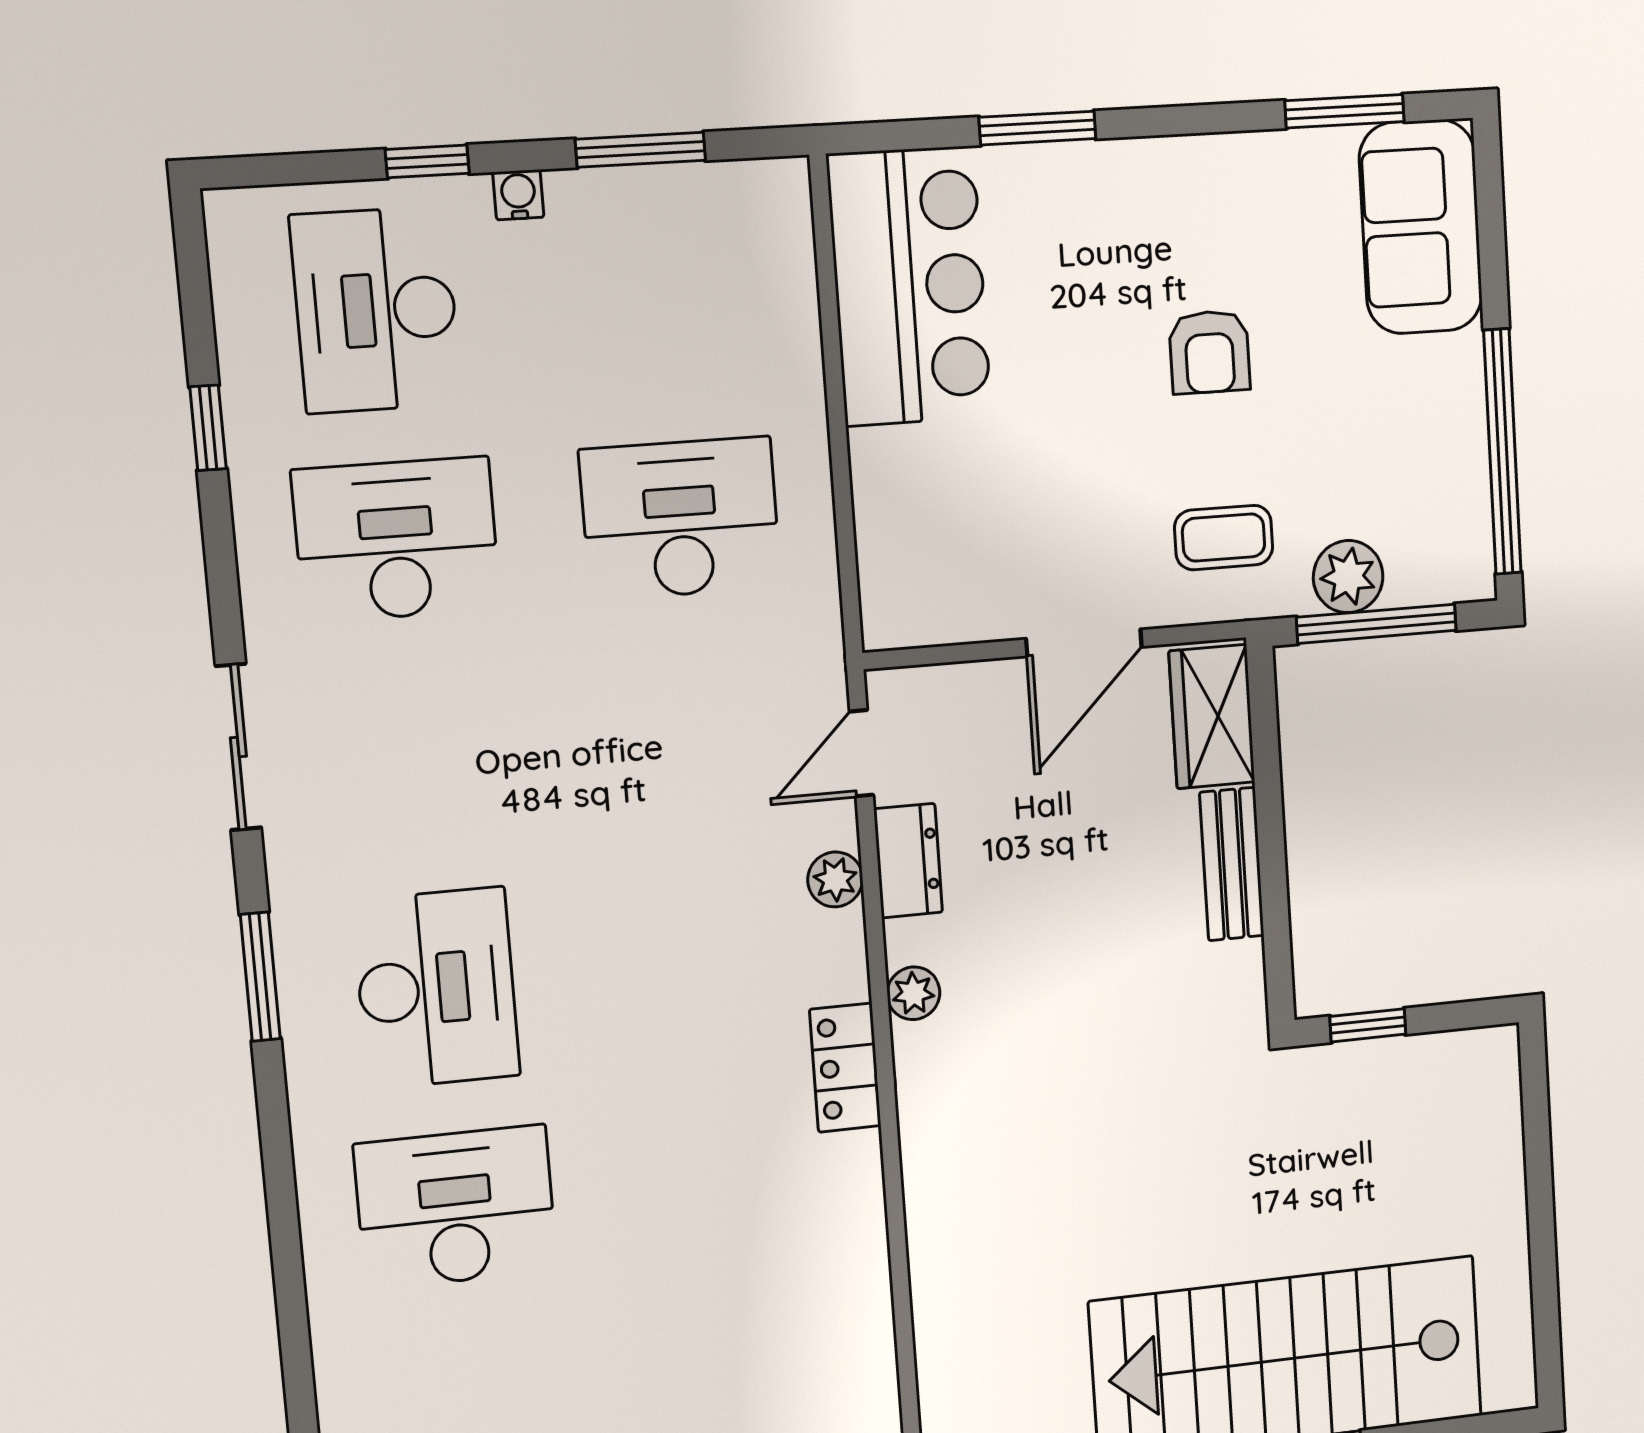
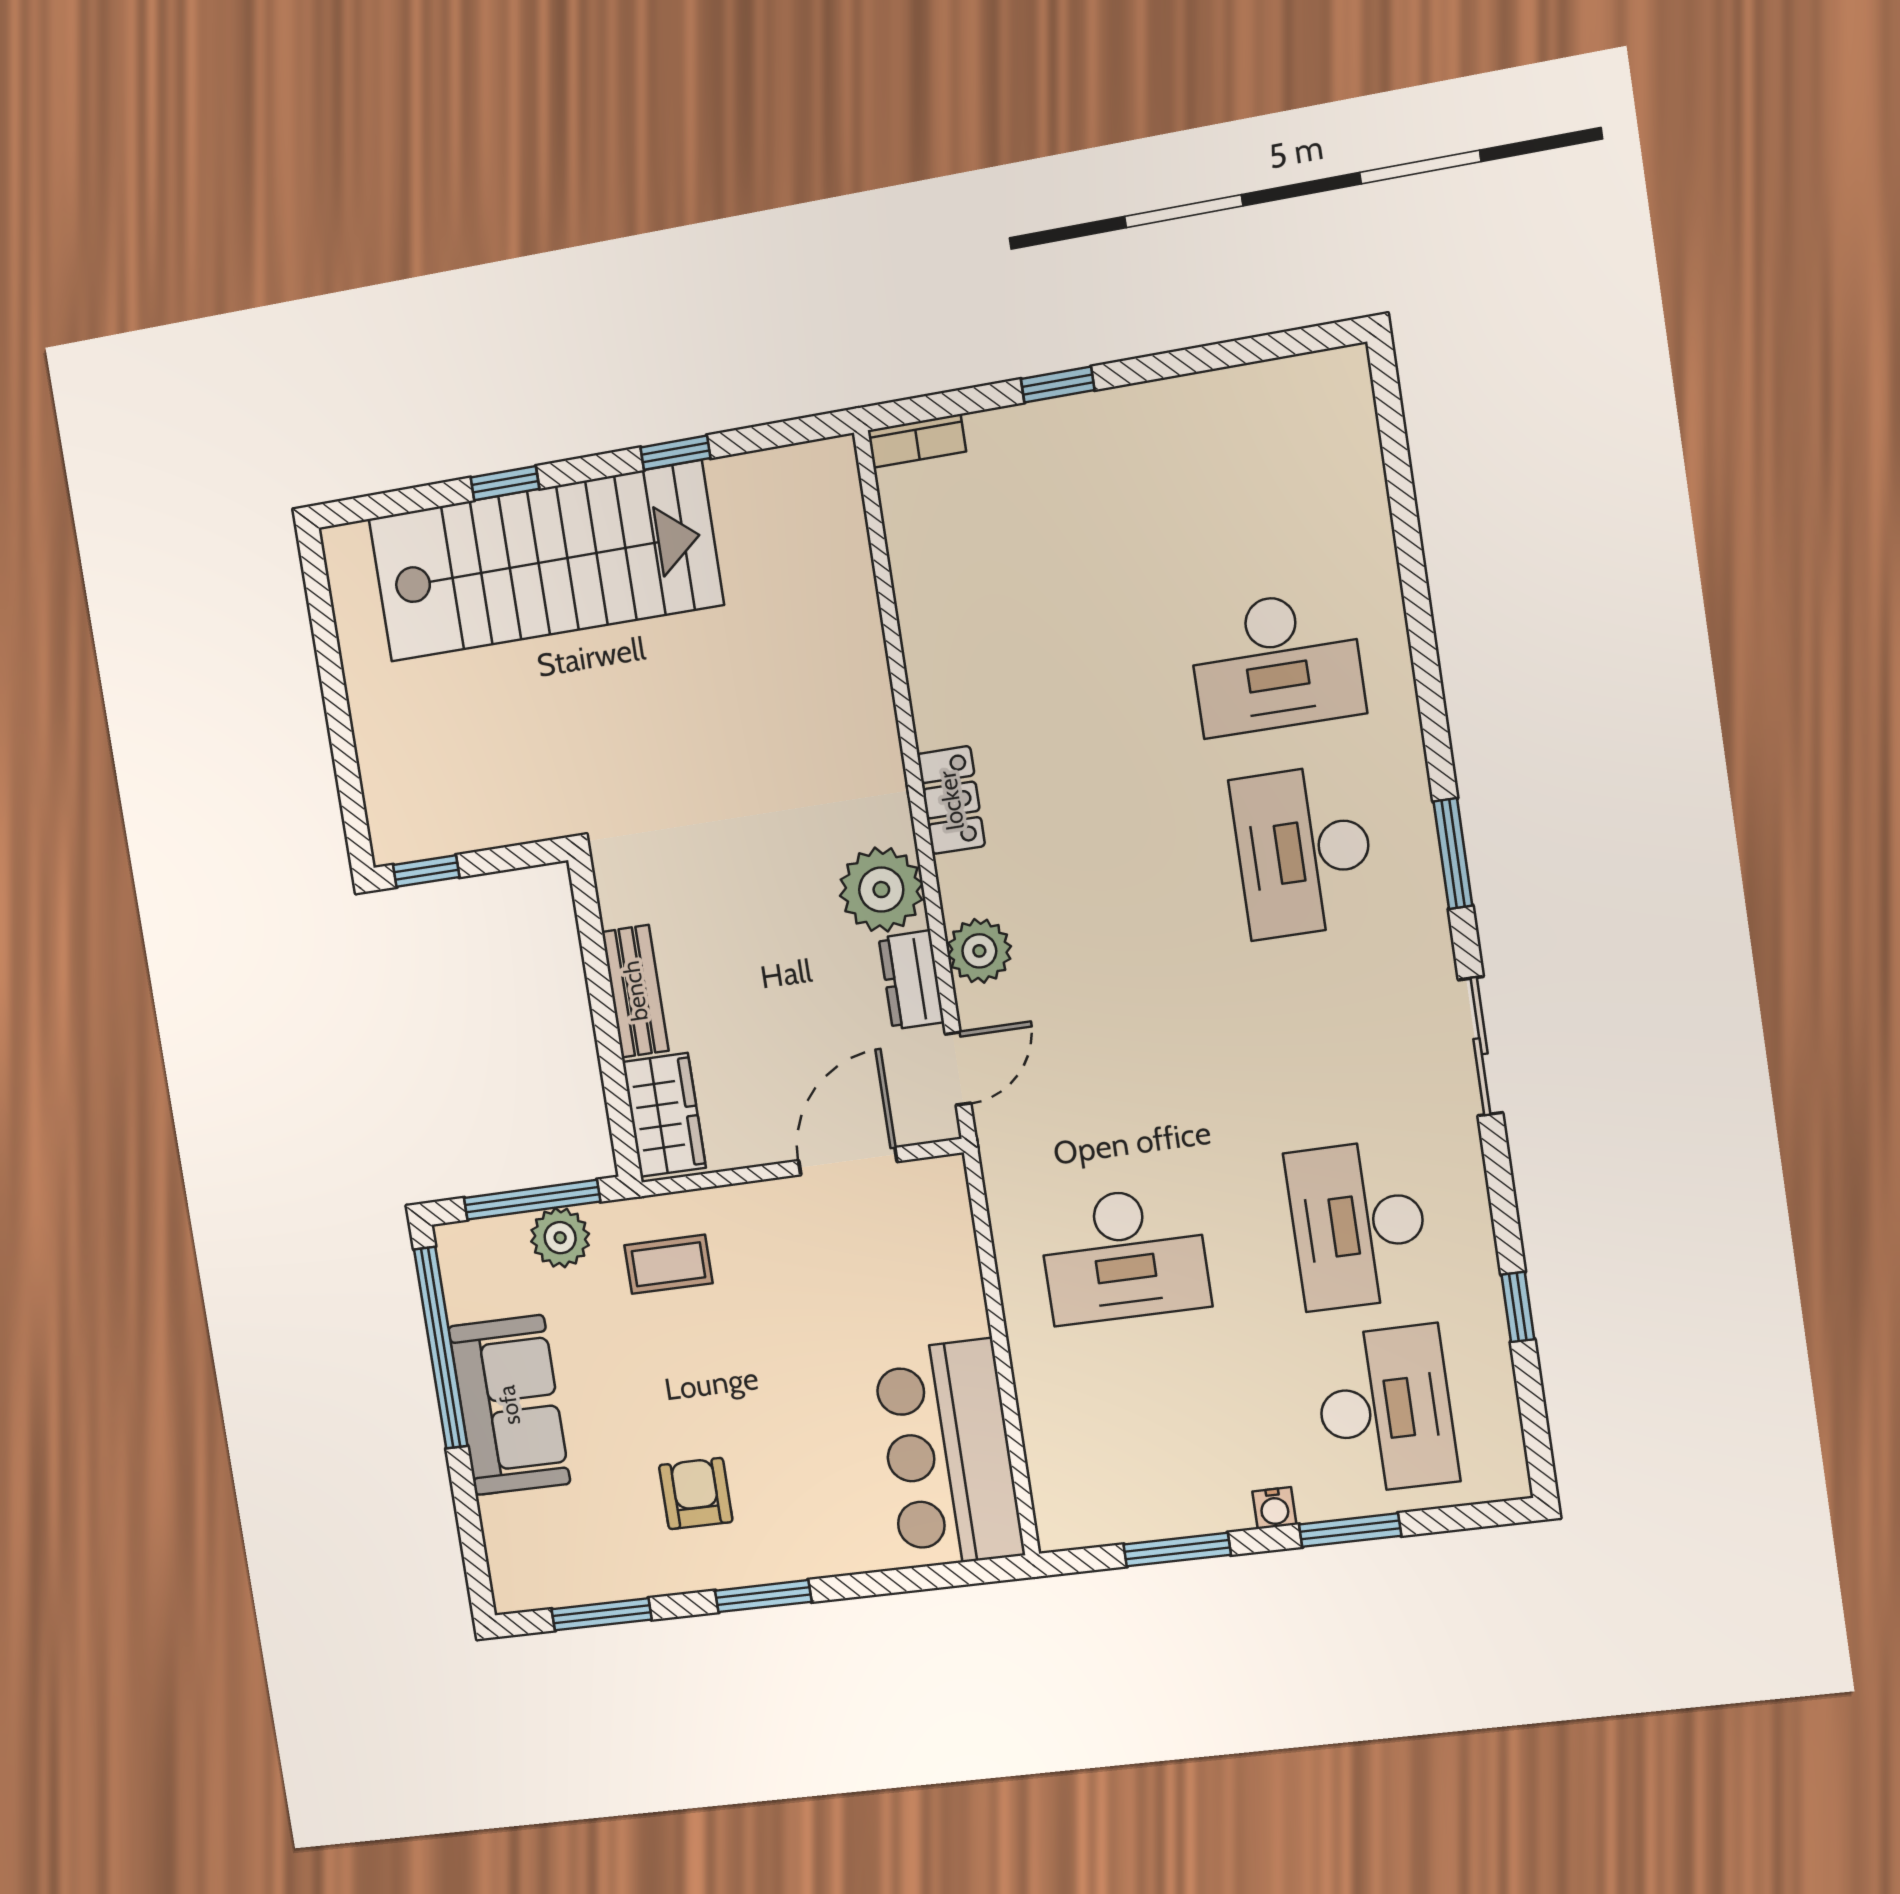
window: (1037, 128) -> (763, 1596), moved
window: (427, 161) -> (1350, 1530), width x1.50
sofa: (1421, 227) -> (509, 1405), moved
armchair: (1210, 352) -> (696, 1493), moved
desk: (396, 540) -> (1358, 1225), turned 90
door: (1084, 643) -> (848, 1161), moved
plant: (835, 879) -> (979, 951), width x1.38, depth x1.38
plant: (913, 993) -> (881, 890), width x1.87, depth x1.87
window: (1368, 1025) -> (426, 871), moved

